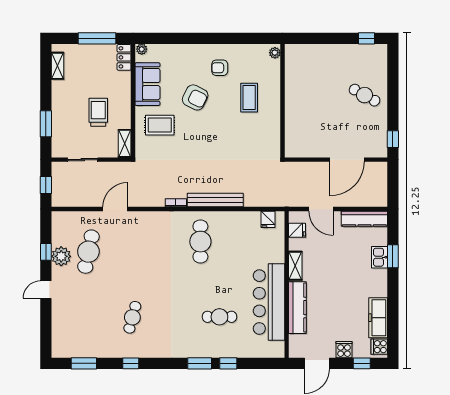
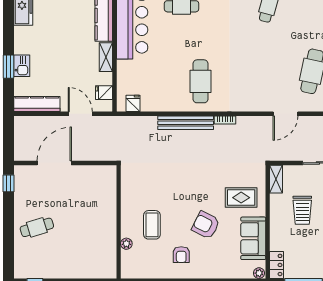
plant: (275, 53) -> (126, 244), moved
armchair: (220, 68) -> (181, 255), turned 90
cafe table: (365, 95) -> (37, 227), turned -46

